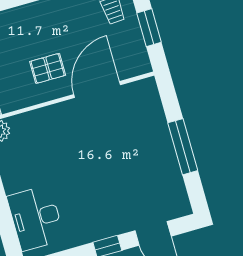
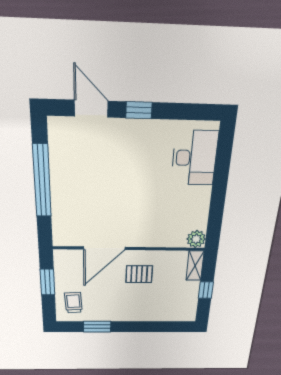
window: (183, 147) -> (42, 181), width x1.46

